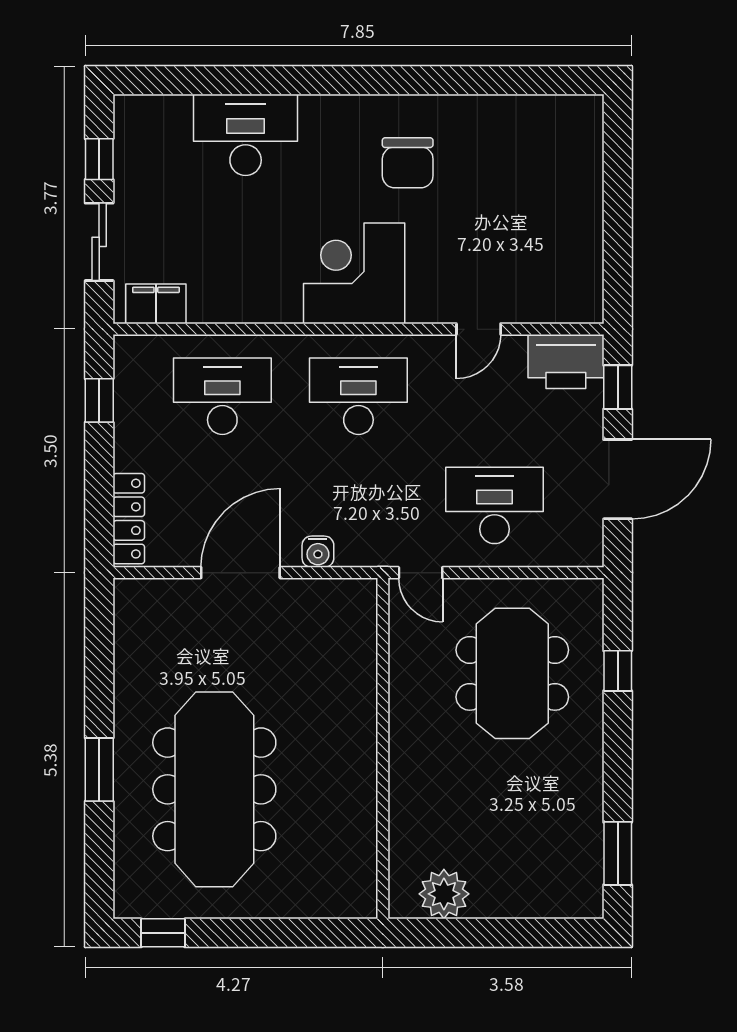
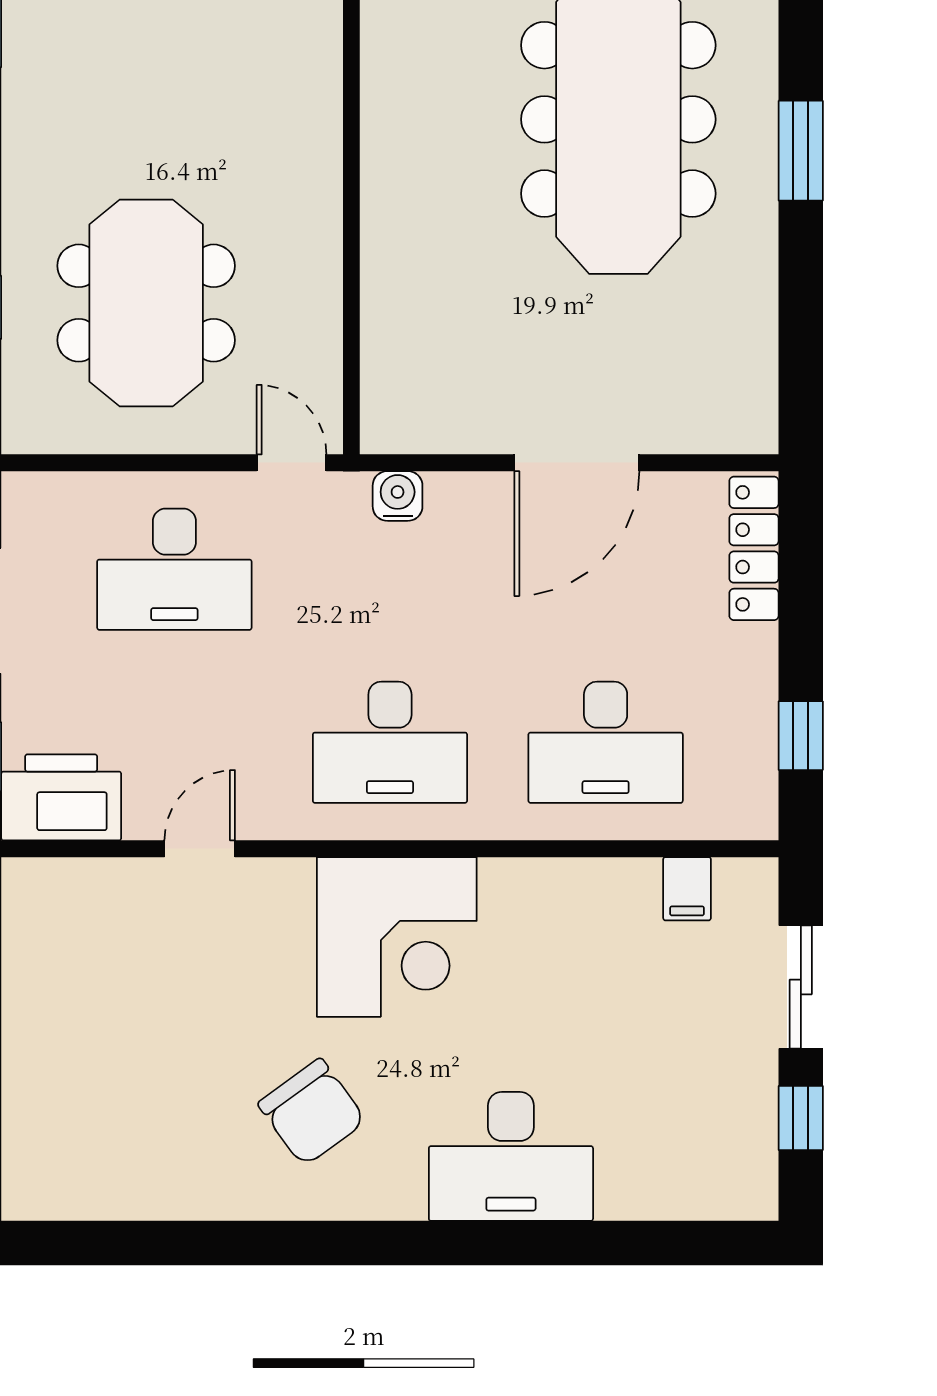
desk: (246, 135) -> (511, 1156), moved
chair: (408, 163) -> (312, 1112), turned 144
filing cabinet: (156, 304) -> (687, 889), width x0.50
water cooler: (318, 552) -> (398, 496), moved

